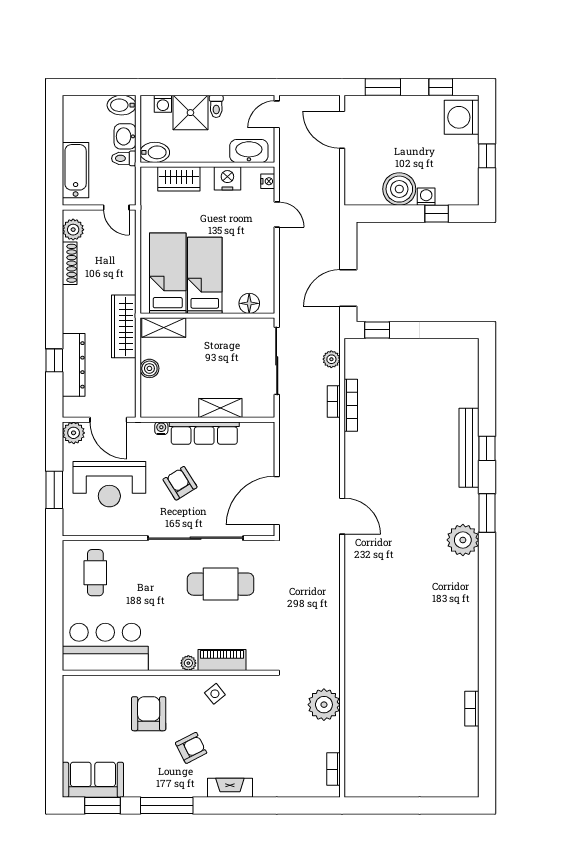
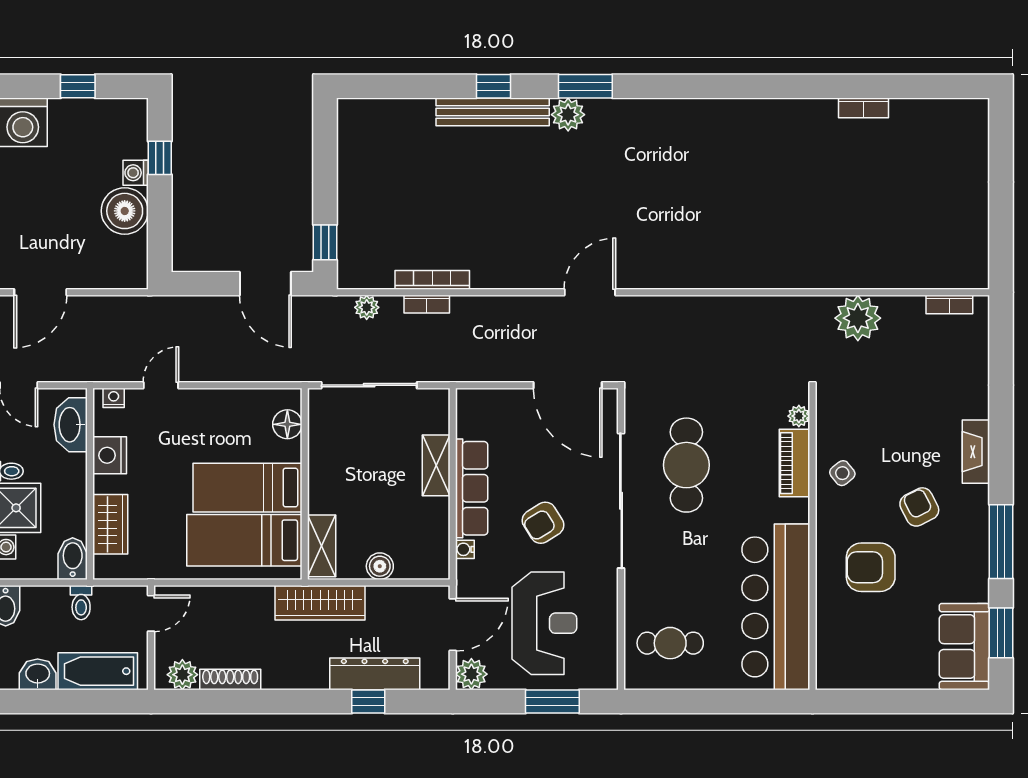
washbasin: (125, 136) -> (38, 674), moved, turned 180
plant: (463, 540) -> (568, 115), moved, width x0.73, depth x0.73
bar counter: (105, 647) -> (776, 607), width x1.36
plant: (188, 663) -> (799, 416), moved

